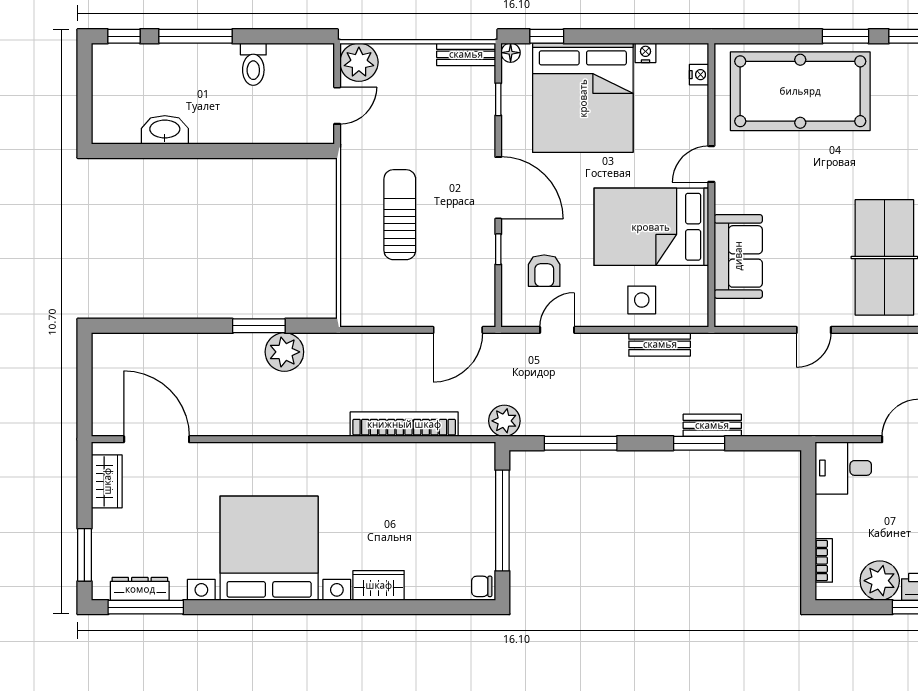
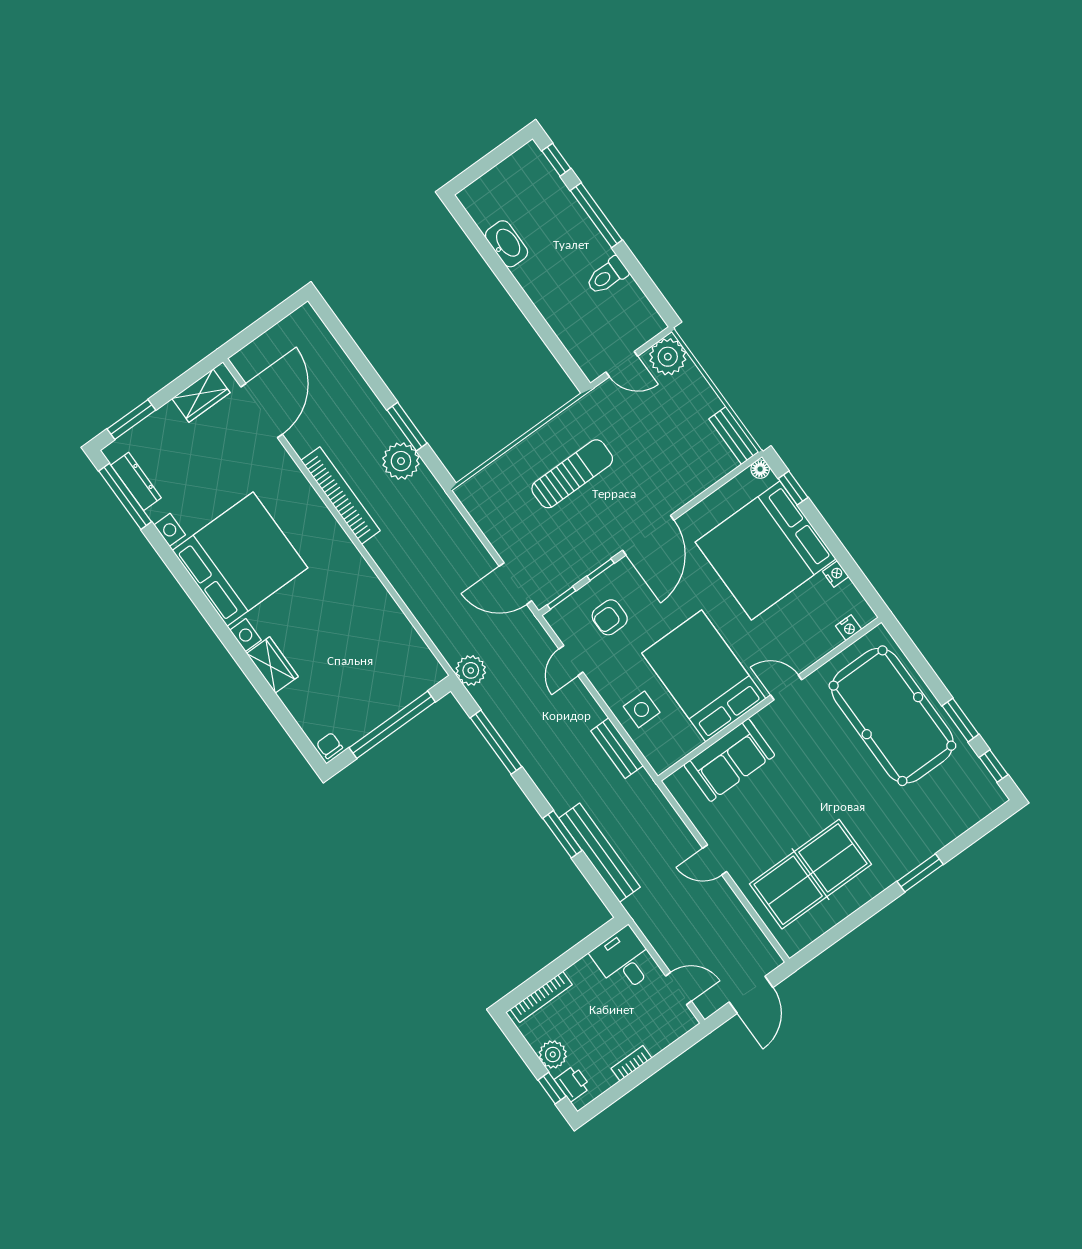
window: (498, 99) -> (561, 598), moved
door: (557, 330) -> (571, 661), swing flipped
bookcase: (404, 424) -> (341, 495), moved
bench: (712, 425) -> (600, 853), width x1.86, depth x1.21
bookcase: (824, 560) -> (541, 997), width x1.56
plant: (880, 581) -> (553, 1054), width x0.73, depth x0.73

